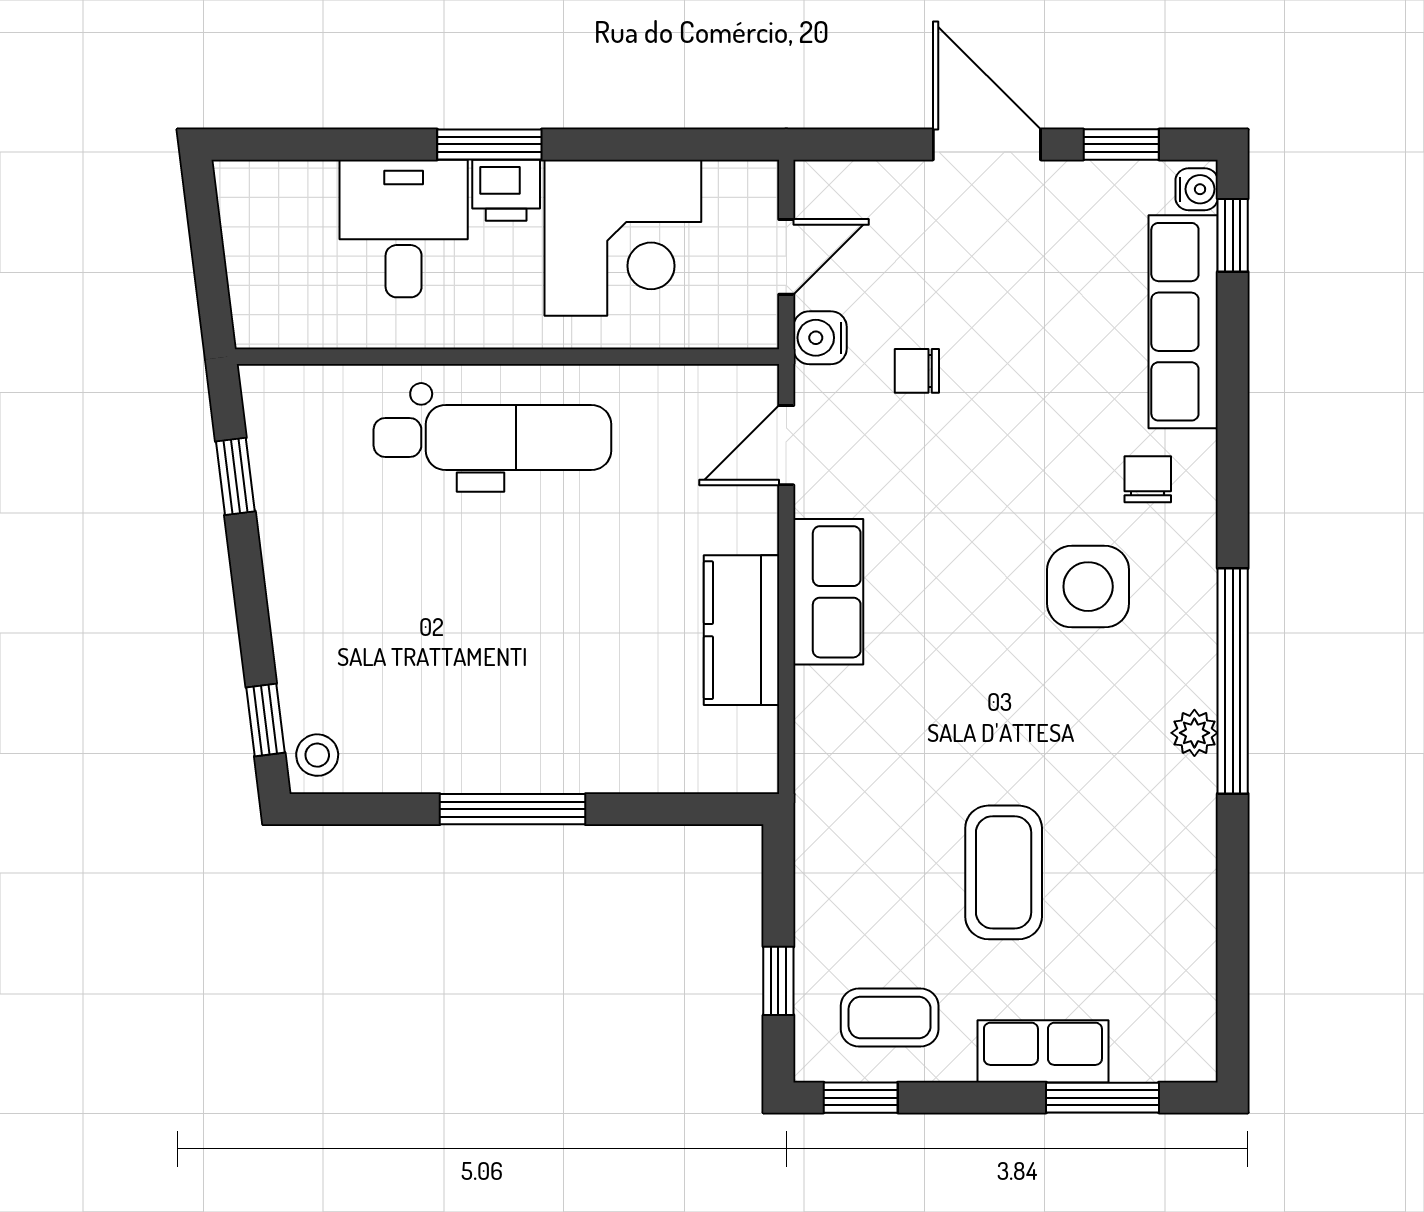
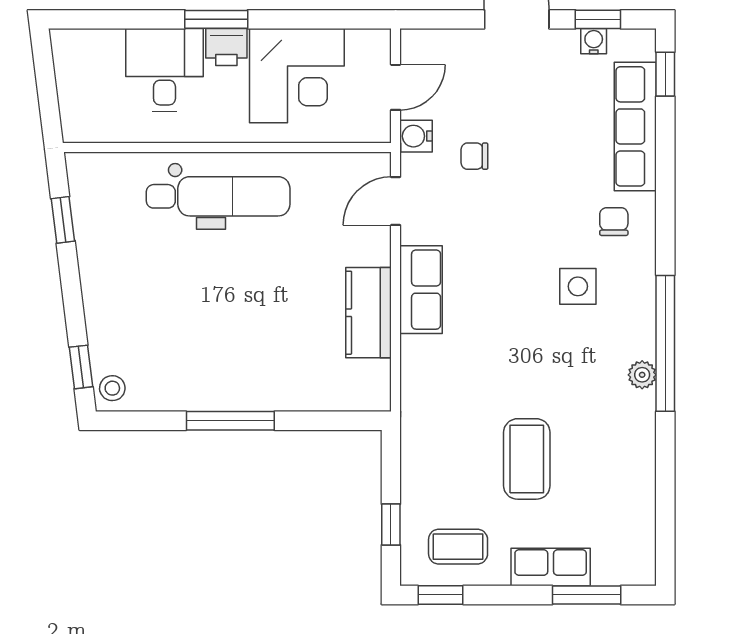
water cooler: (1197, 189) -> (594, 41), moved, turned -90
side table: (1088, 587) -> (578, 286), width x0.73, depth x0.73

